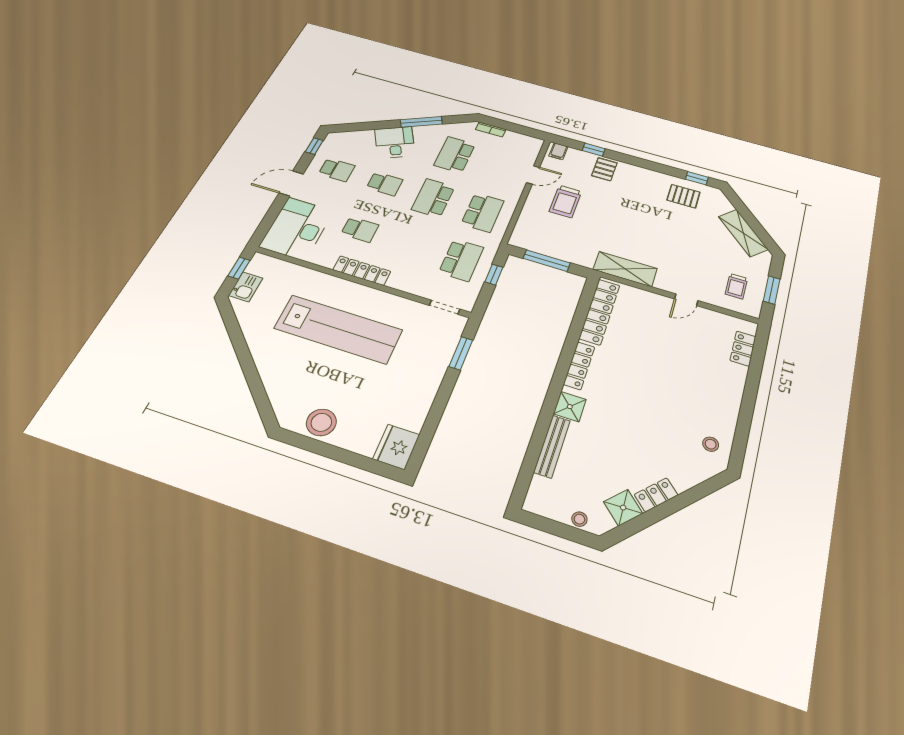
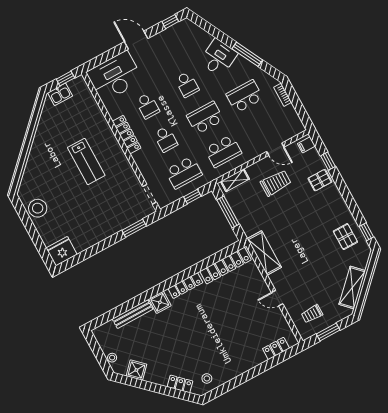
school desk: (337, 170) -> (166, 139), moved
trolley: (565, 201) -> (276, 183), turned 180
shelving: (522, 228) -> (235, 180), added
lab bench: (338, 329) -> (86, 162), width x0.54, depth x0.72
locker: (656, 495) -> (180, 384), moved

